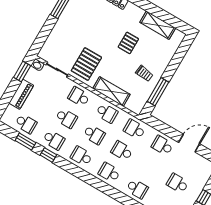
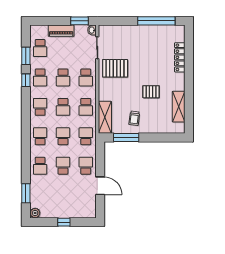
shelving: (111, 92) -> (105, 117), moved
school desk: (79, 97) -> (86, 77), turned 180
school desk: (178, 183) -> (63, 166), moved

